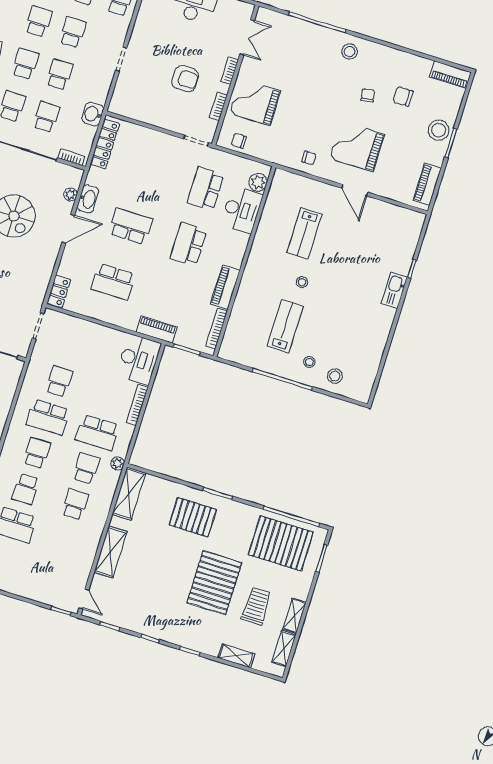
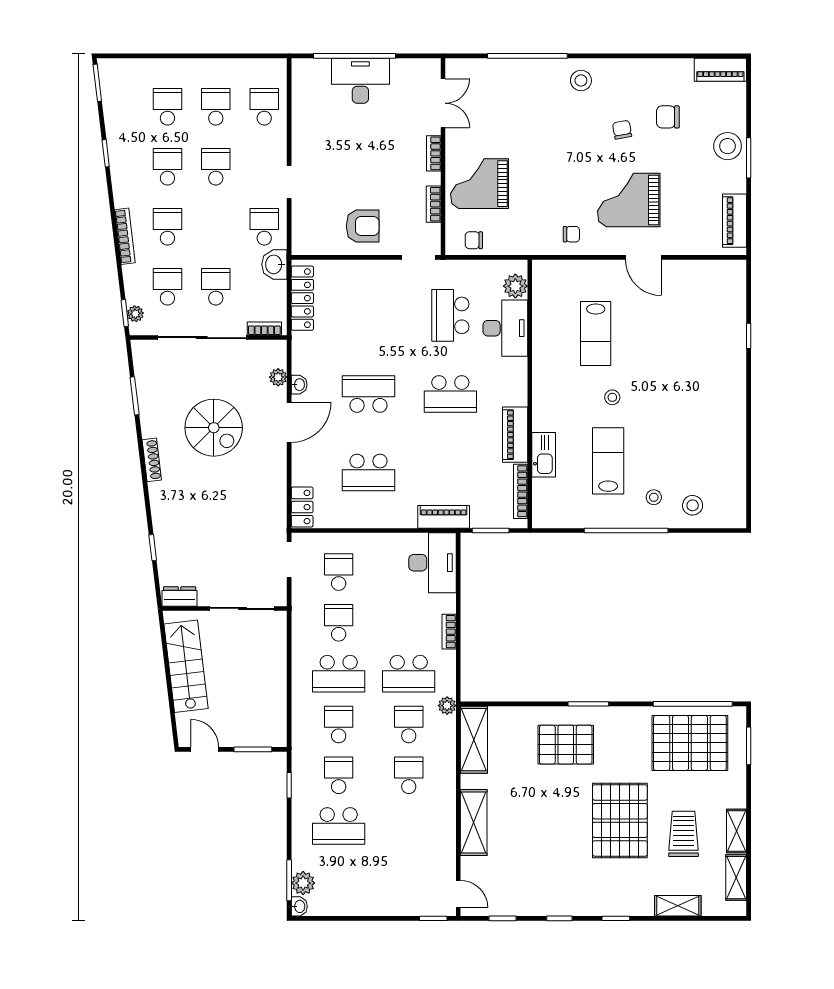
school desk: (60, 74) -> (264, 227), moved
armchair: (185, 79) -> (363, 226), moved
washbasin: (88, 199) -> (299, 385), width x0.52, depth x0.69
school desk: (188, 244) -> (450, 394), turned -90
kitchen sink: (394, 290) -> (544, 455), moved, turned 180
school desk: (70, 345) -> (339, 572), added
bookcase: (137, 405) -> (449, 632), width x0.64
school desk: (26, 489) -> (339, 775), turned 180

